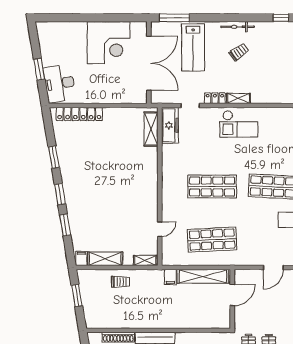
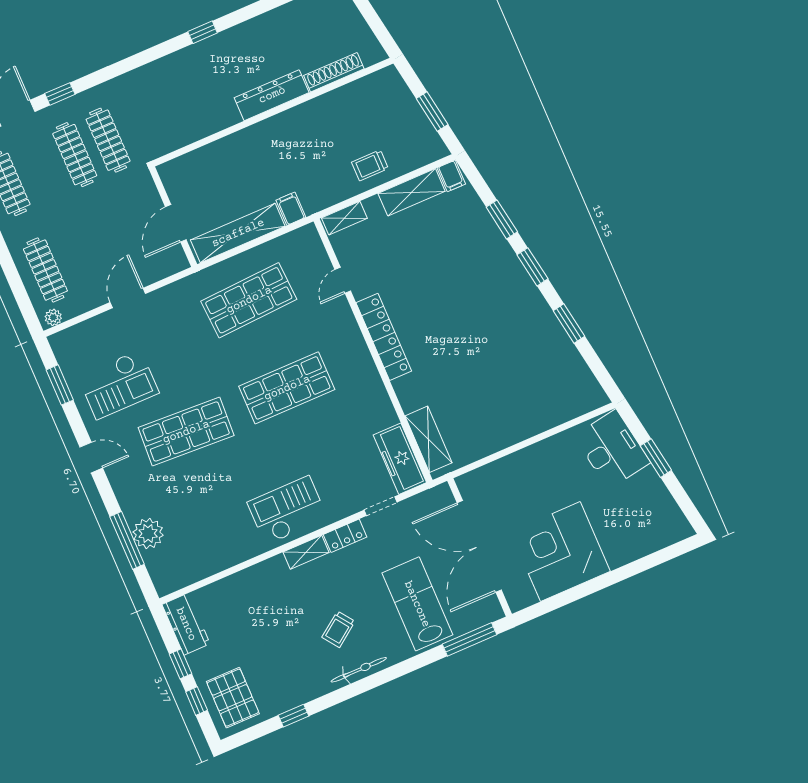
locker: (79, 114) -> (384, 337), moved, turned 90

